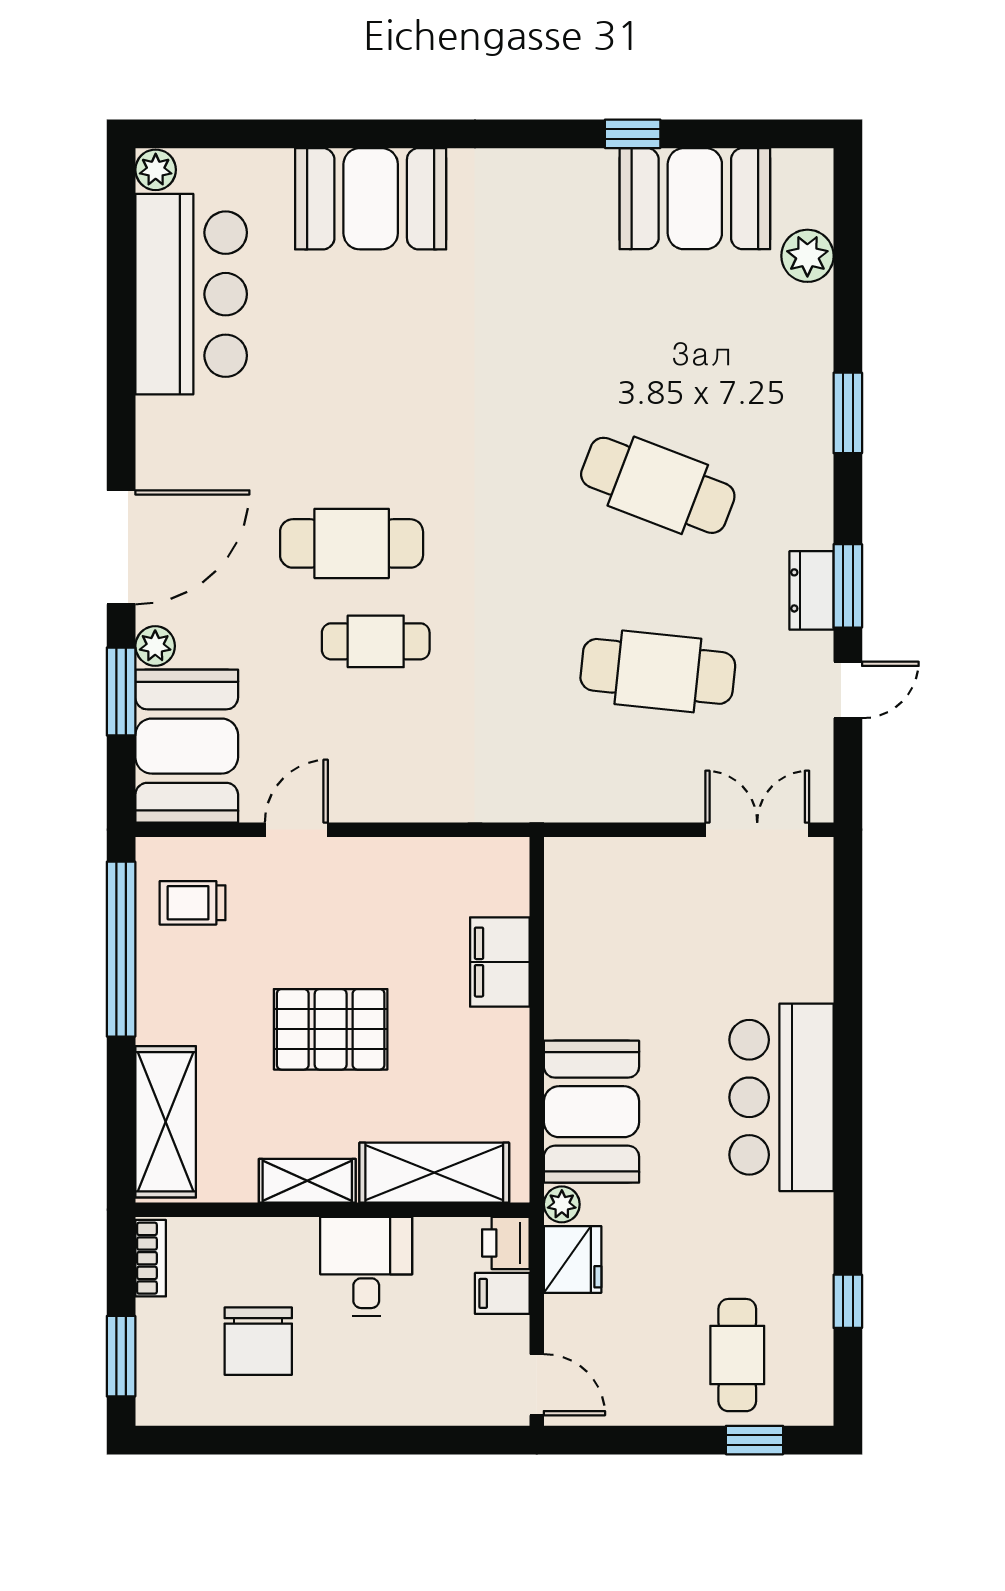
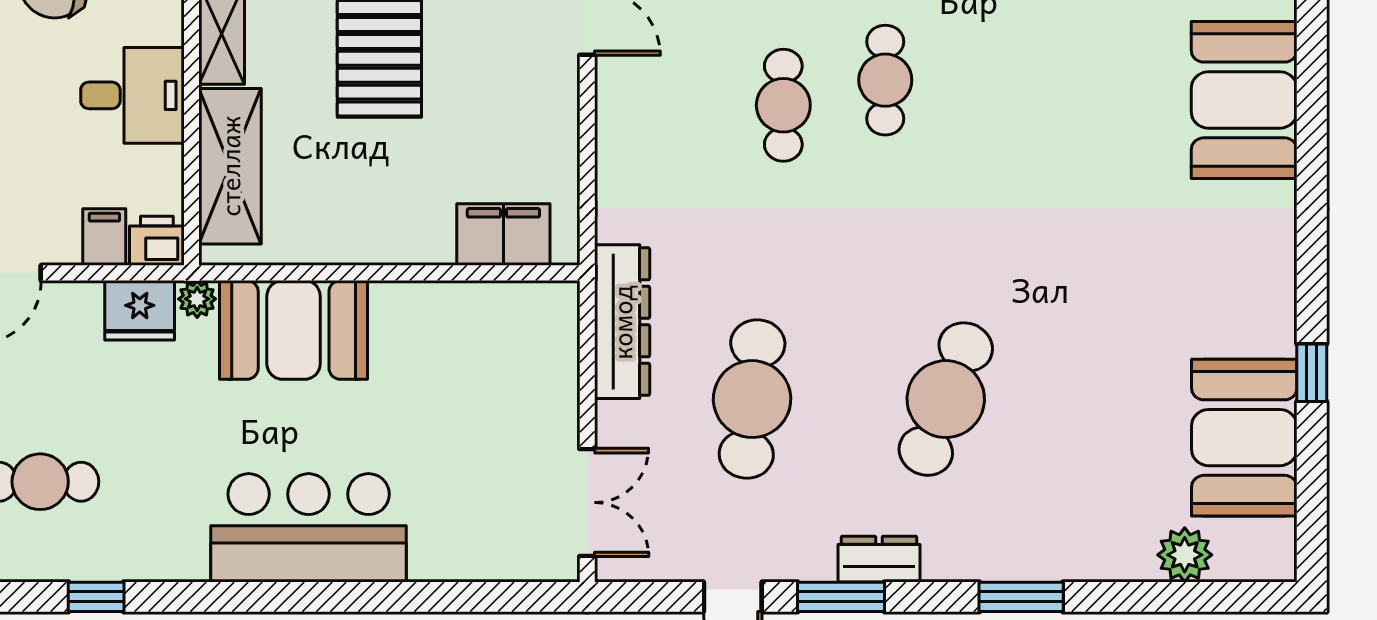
cafe table: (352, 543) -> (885, 80), width x0.73, depth x0.74
dresser: (812, 590) -> (879, 559), moved
dresser: (583, 796) -> (622, 322), added
filing cabinet: (500, 962) -> (503, 234), moved

